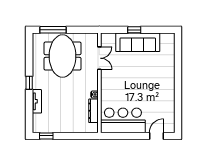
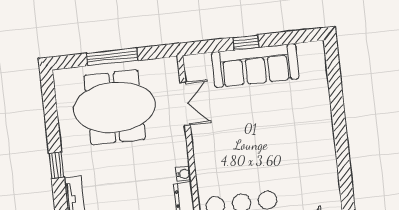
window: (53, 30) -> (112, 57), moved
meeting table: (63, 56) -> (115, 107), turned 90

